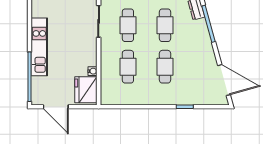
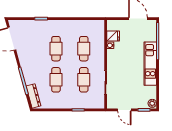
fridge: (86, 90) -> (113, 36), width x0.53, depth x0.75

